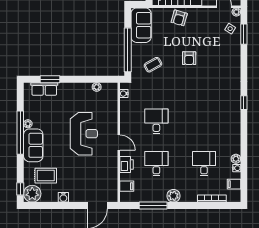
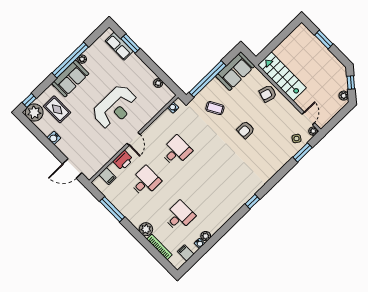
plant: (173, 196) -> (146, 229), moved

